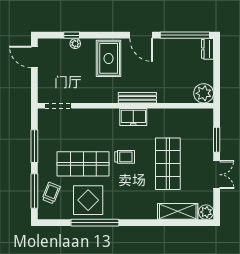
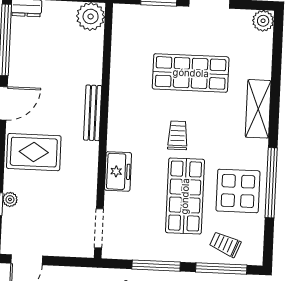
freezer: (133, 117) -> (118, 171), moved
shelving: (178, 211) -> (258, 109), moved

